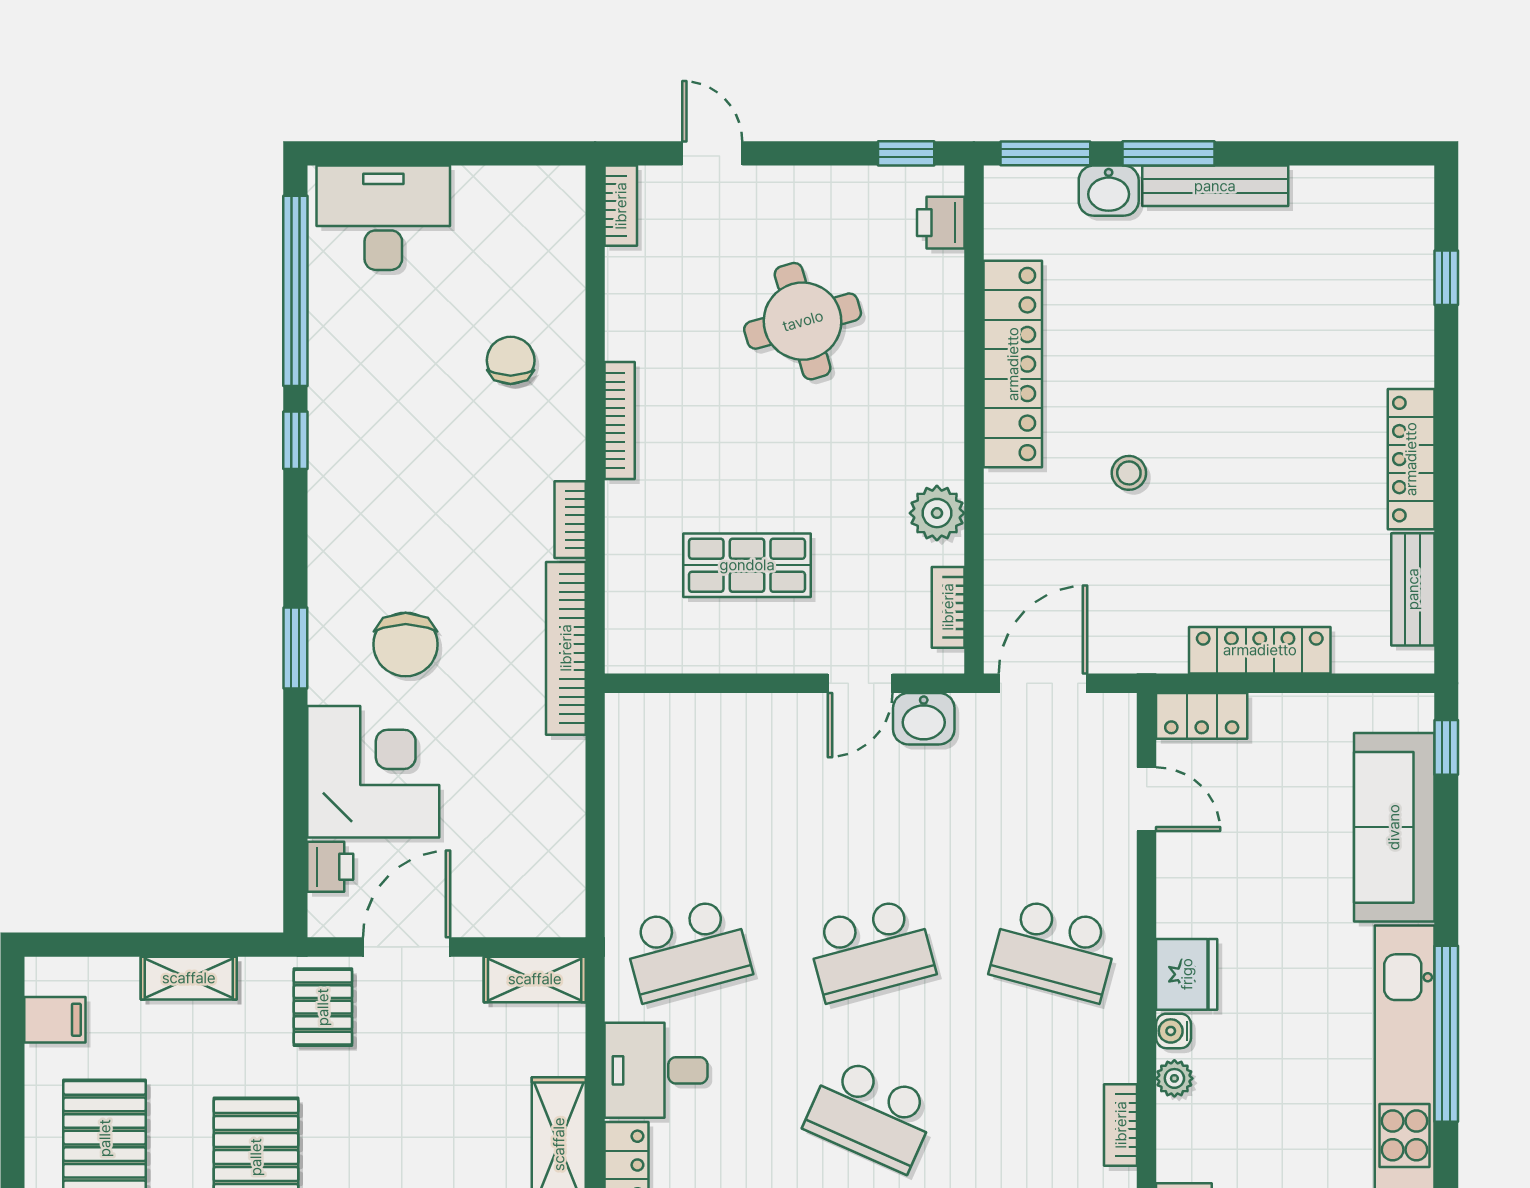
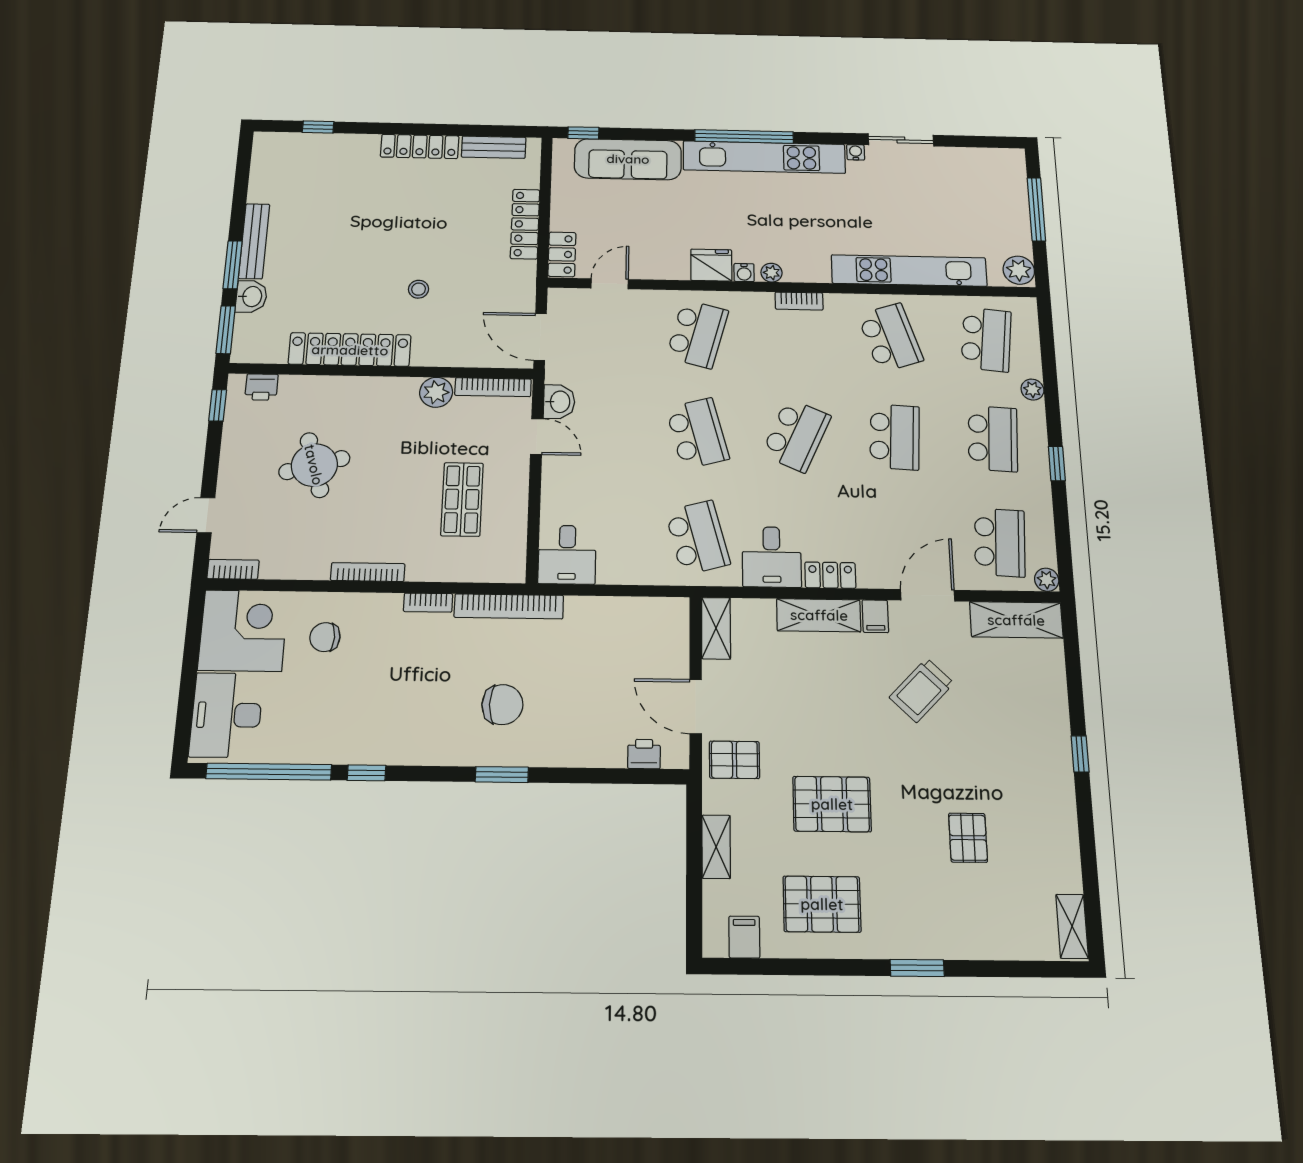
bookcase: (948, 607) -> (493, 387), width x1.56
desk: (655, 739) -> (567, 555), added
corner desk: (373, 772) -> (243, 630), moved, turned 90

